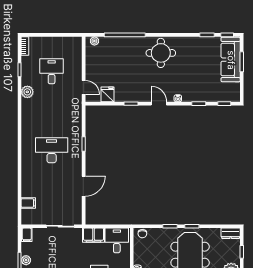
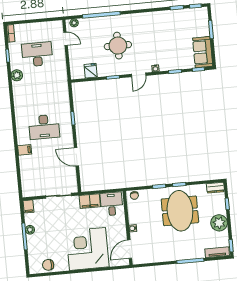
round table: (161, 53) -> (118, 46), moved
sofa: (231, 60) -> (203, 52), moved, width x0.73
desk: (52, 71) -> (37, 54), width x1.37
door: (84, 87) -> (66, 39), moved
door: (159, 104) -> (139, 75), swing flipped
desk: (52, 150) -> (44, 127), turned 180
door: (84, 186) -> (76, 157), swing flipped
filing cabinet: (28, 203) -> (25, 150), moved

